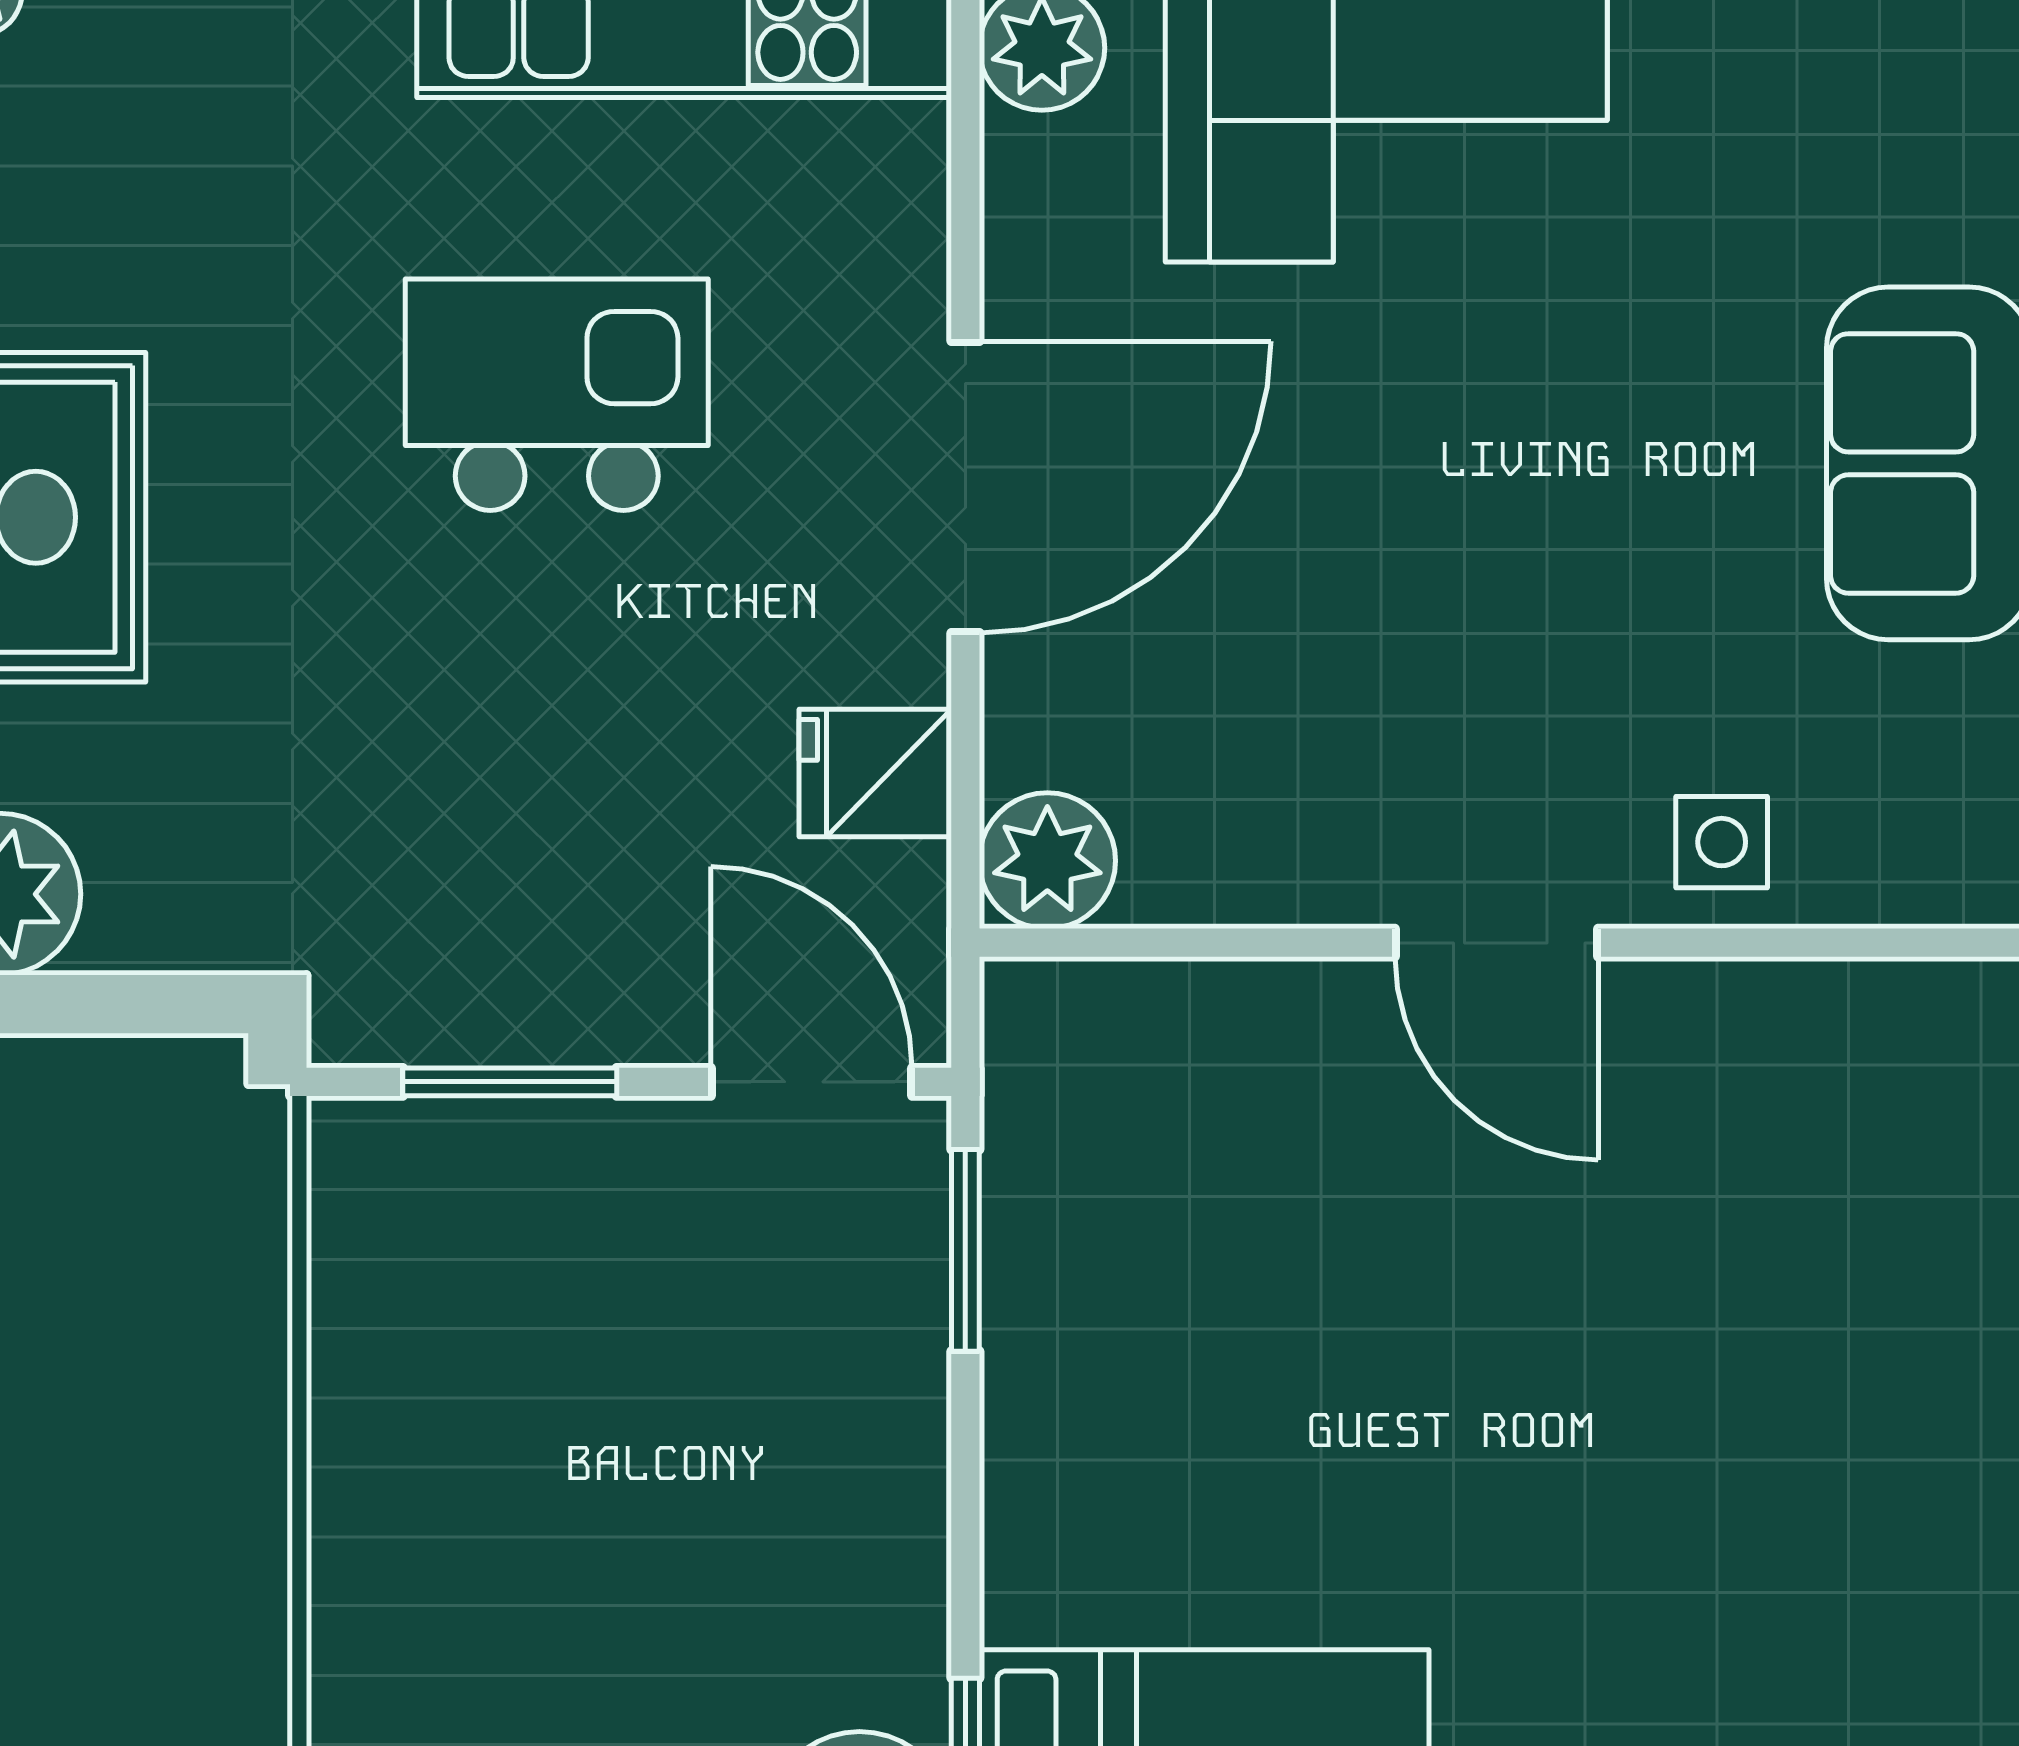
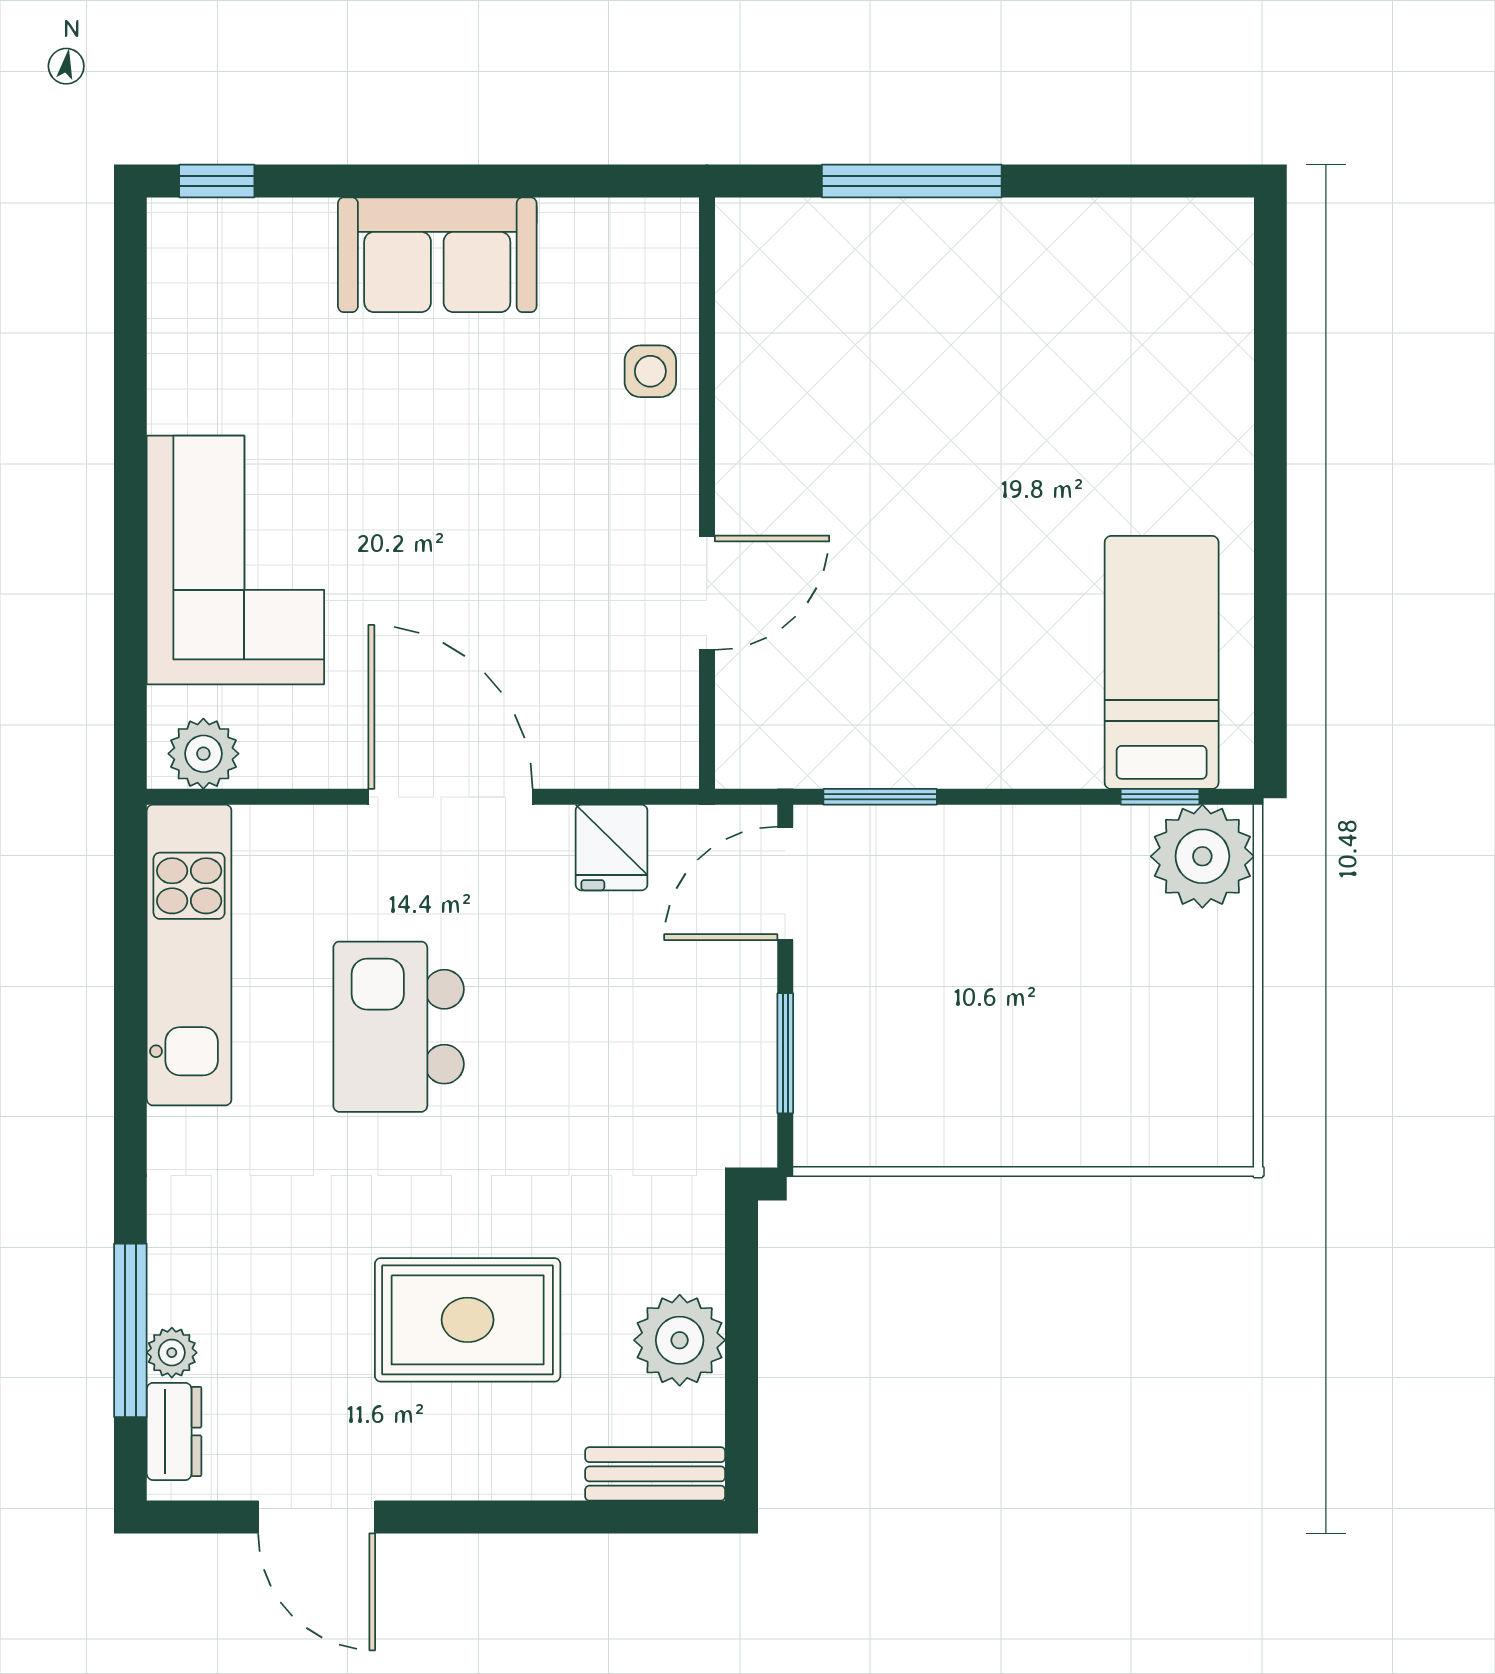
plant: (1047, 861) -> (661, 751), removed
door: (1496, 943) -> (707, 593), moved

